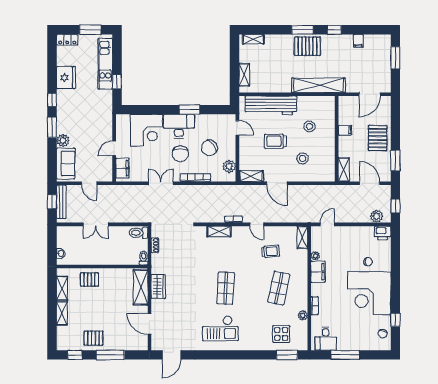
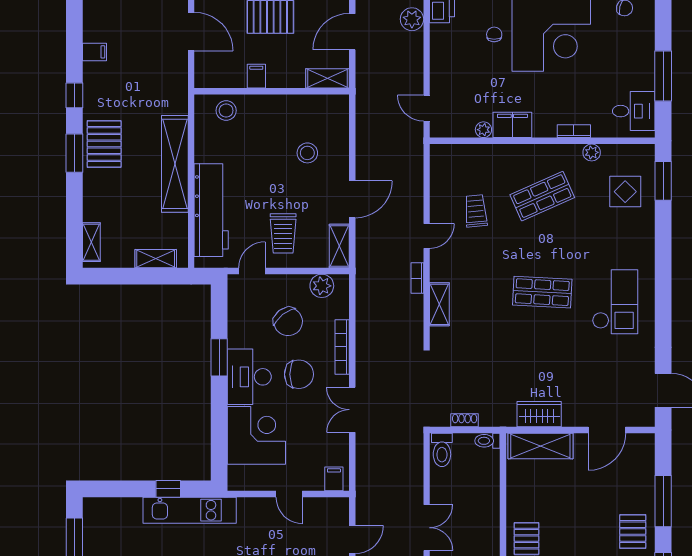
kitchen unit: (105, 64) -> (190, 510), moved
shelving: (319, 85) -> (175, 164), moved
stool: (309, 126) -> (226, 111), moved
trolley: (275, 141) -> (283, 233), moved
filing cabinet: (123, 168) -> (334, 479), width x0.50
shelving: (302, 237) -> (450, 153), removed
shop shelf: (279, 288) -> (542, 196), turned -36

